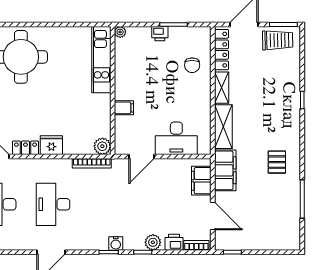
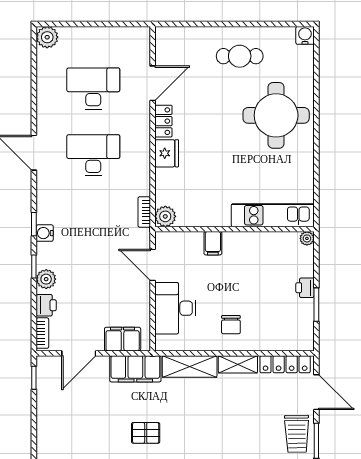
chair: (192, 65) -> (231, 325), moved, turned -90
bookcase: (92, 163) -> (144, 212), width x0.64

